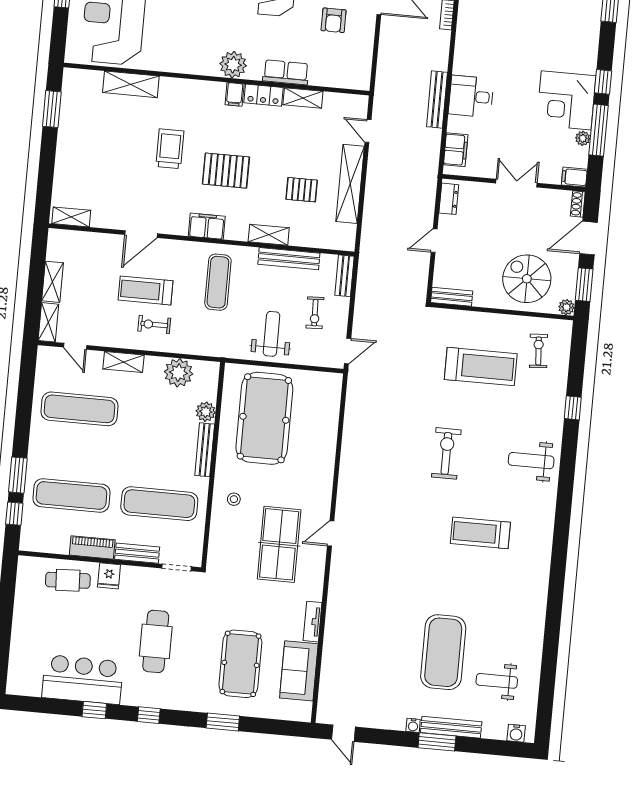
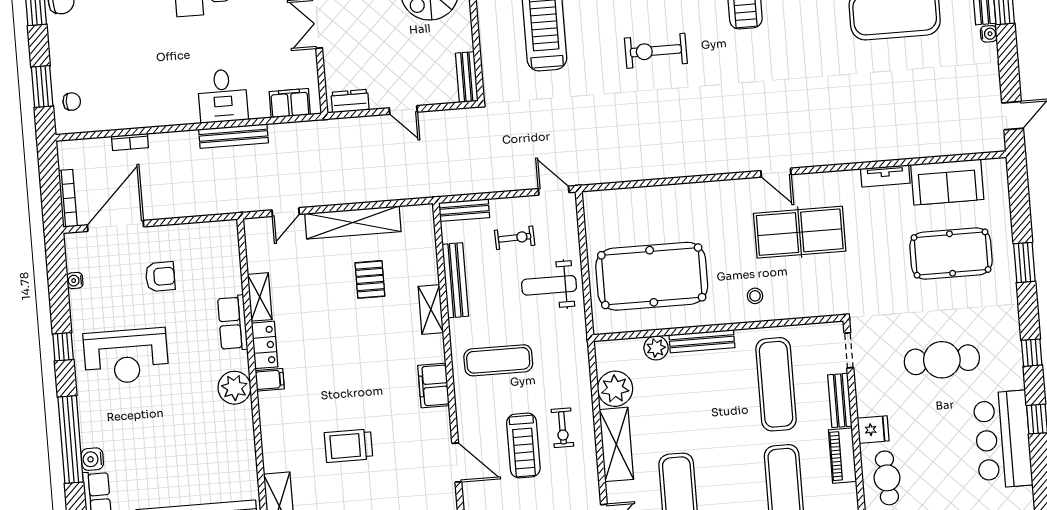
pallet: (226, 171) -> (363, 374), removed
shelving: (124, 362) -> (616, 444), width x1.50, depth x1.33

